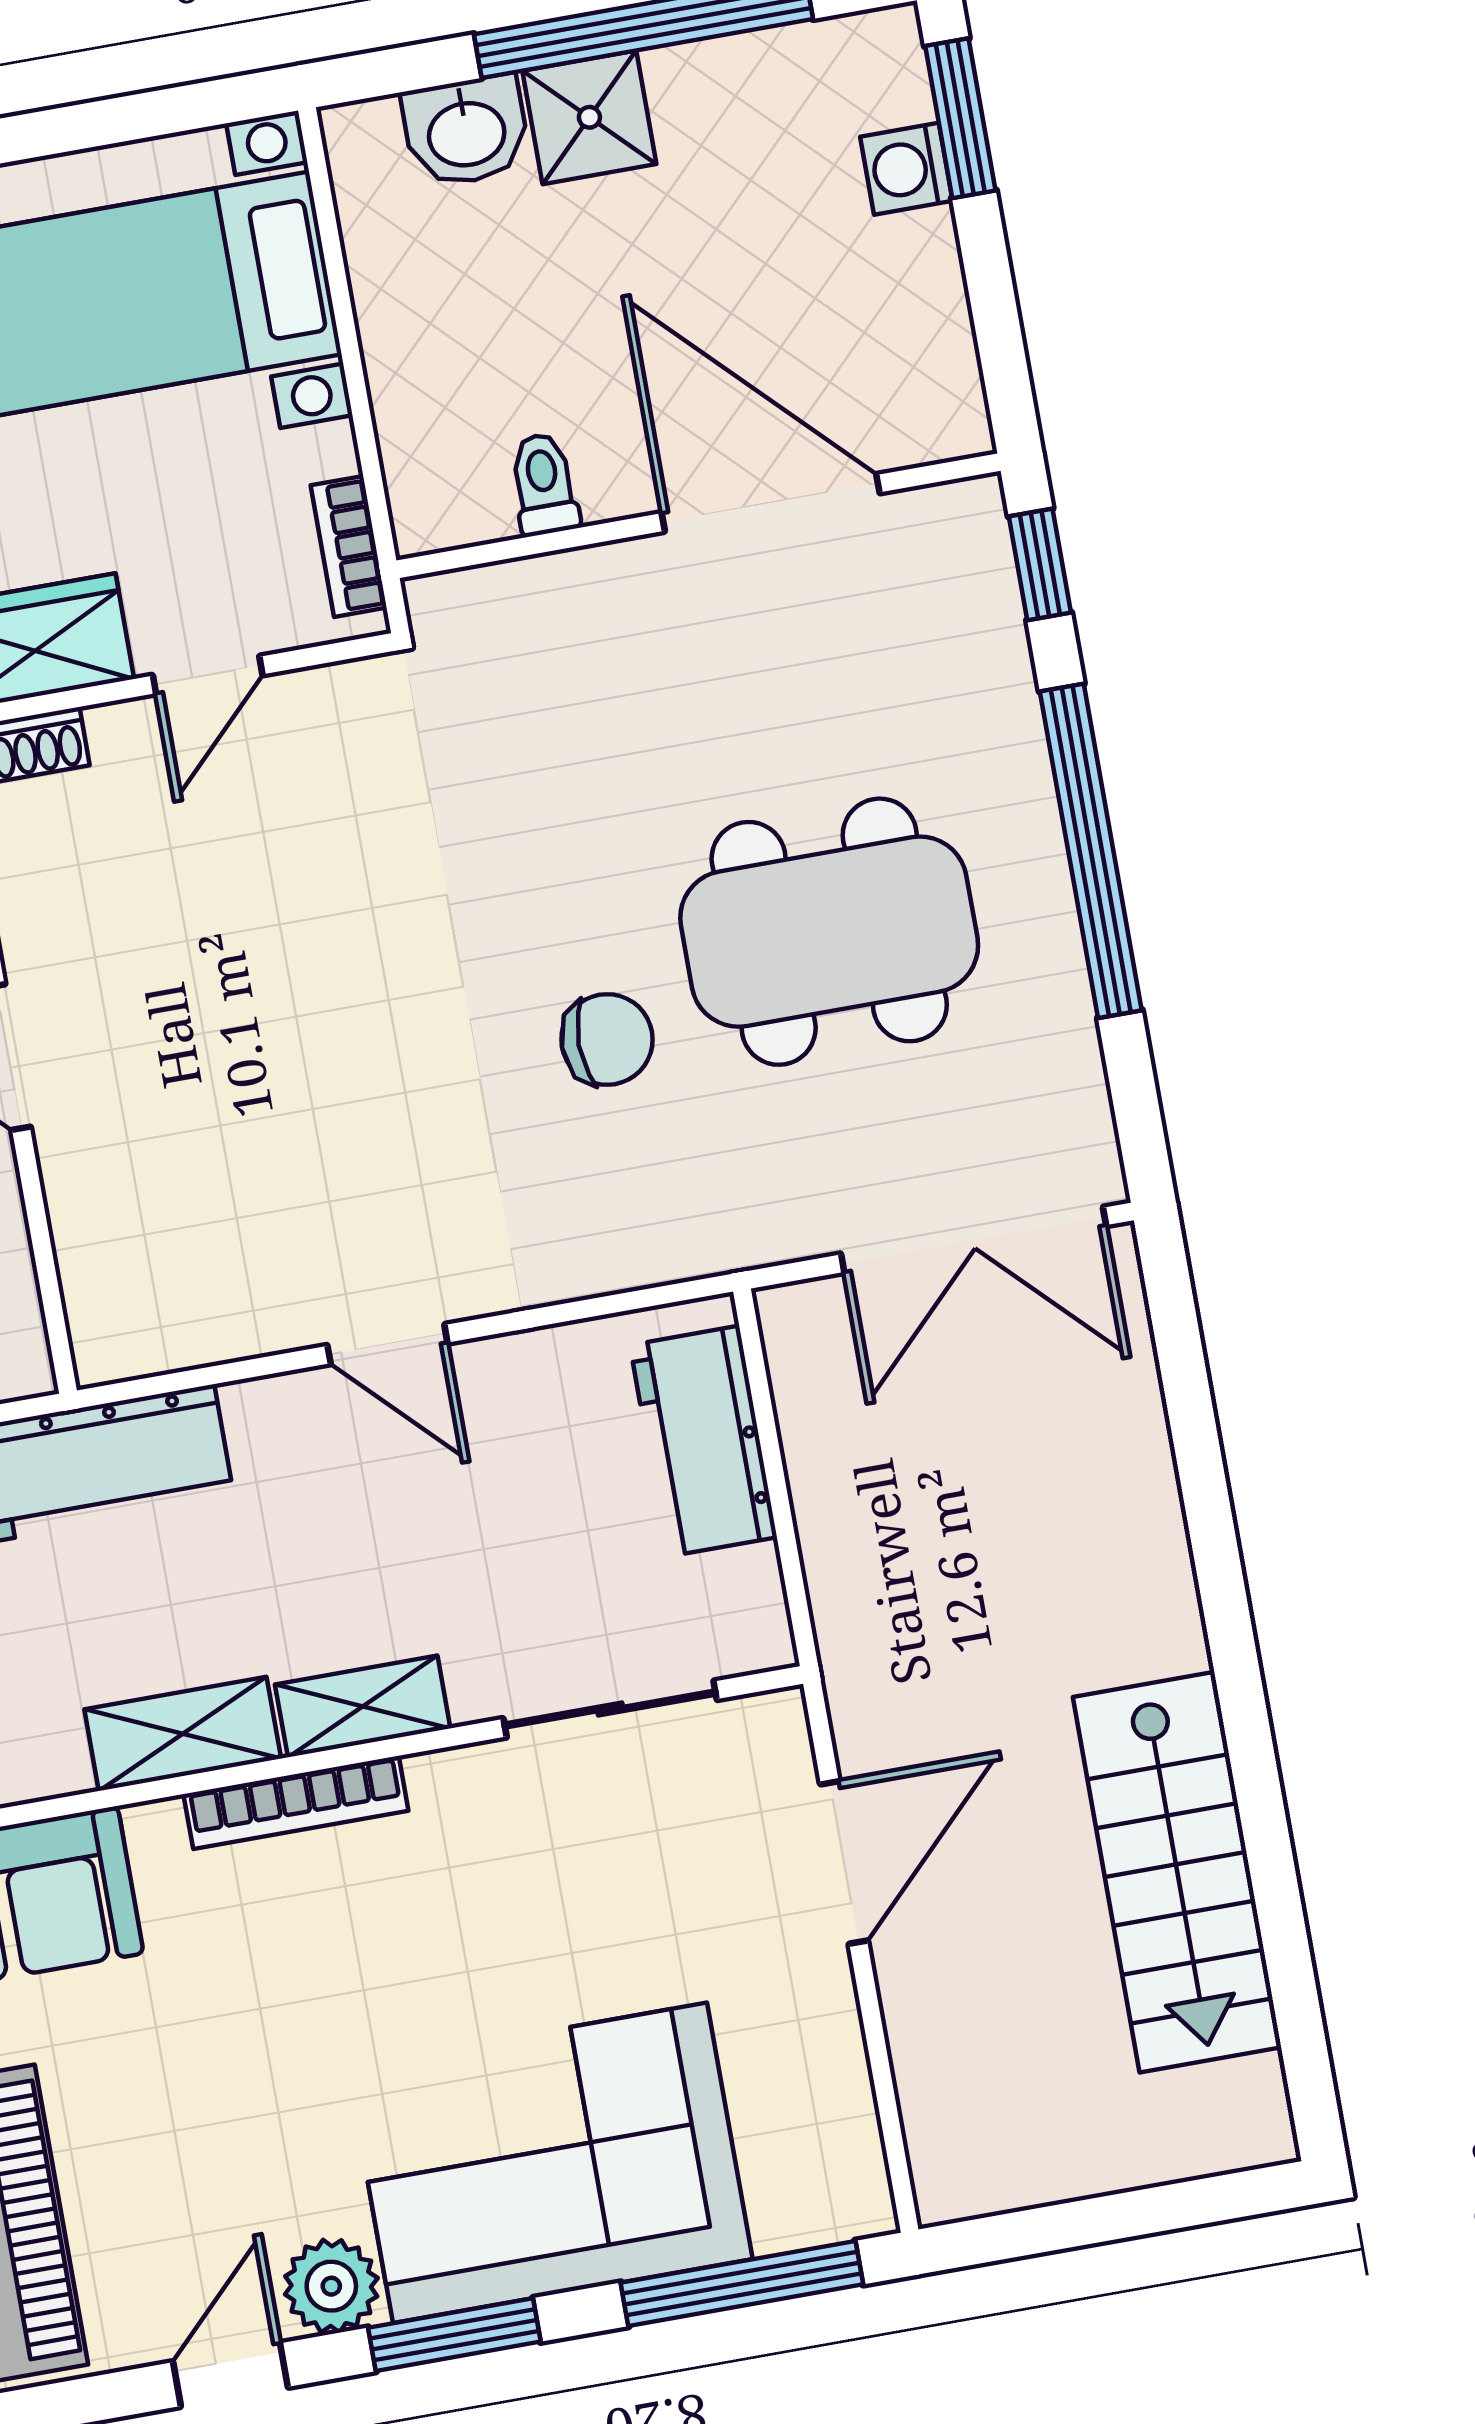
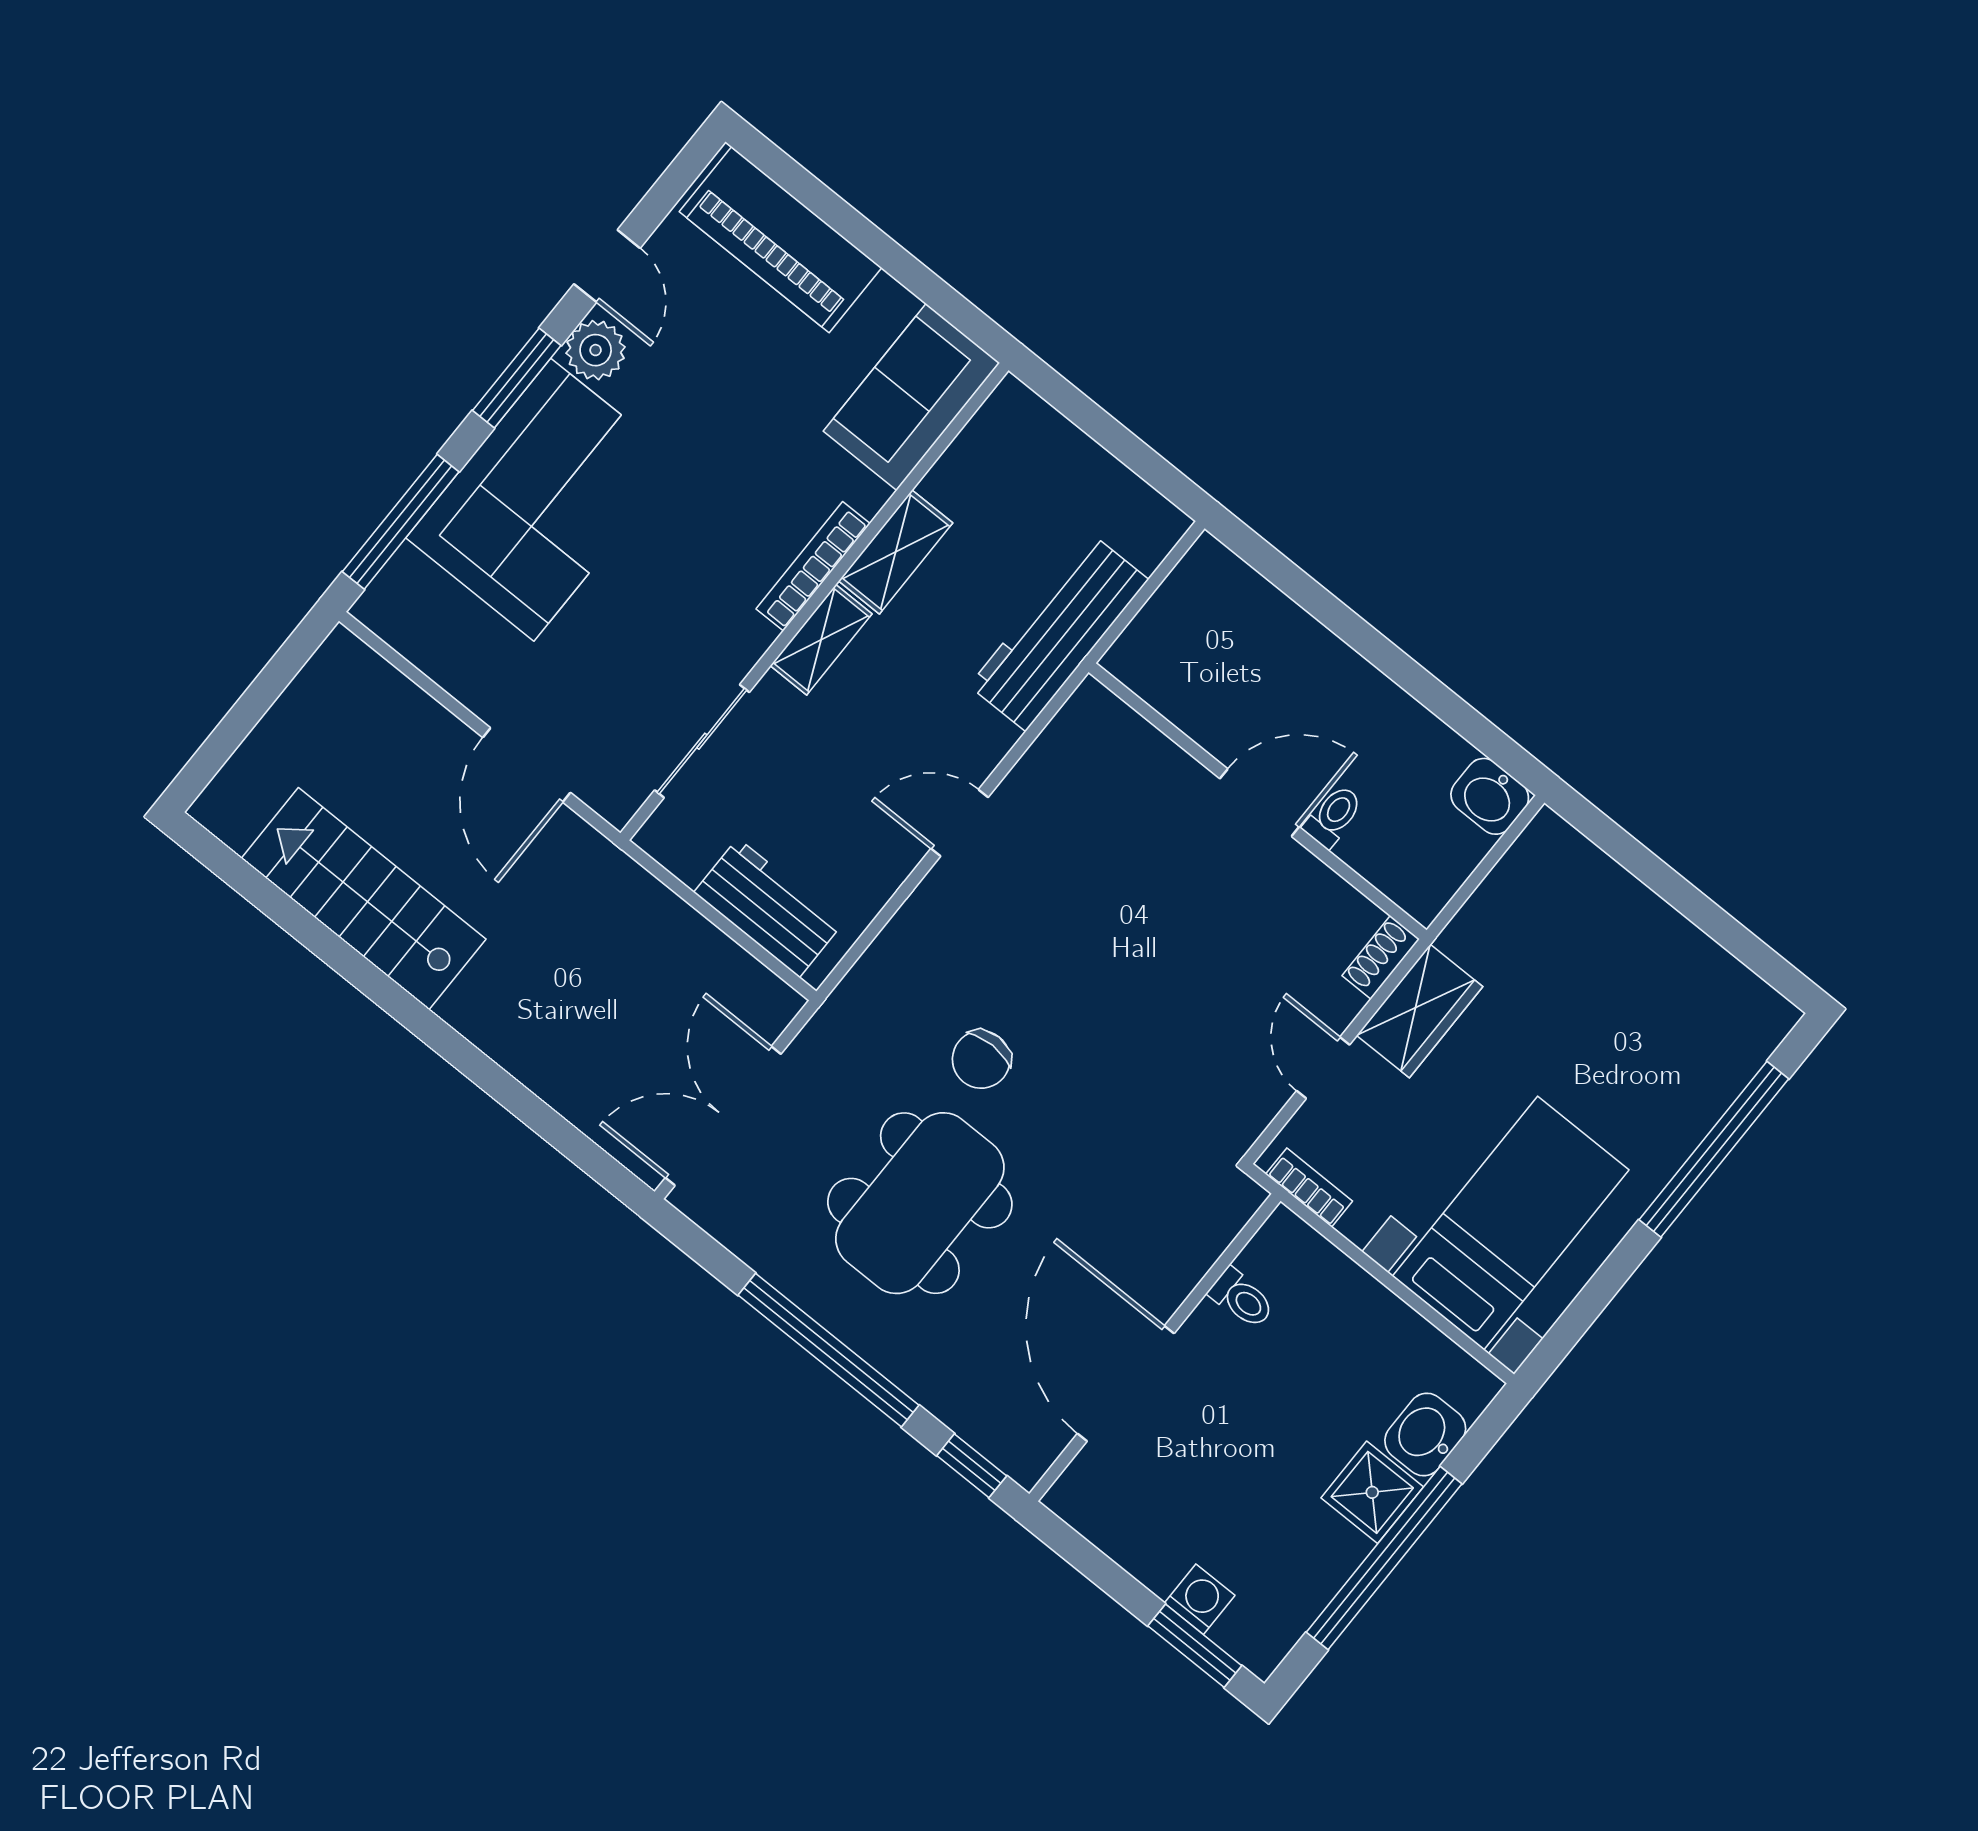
door: (771, 503) -> (1126, 1383), swing flipped

